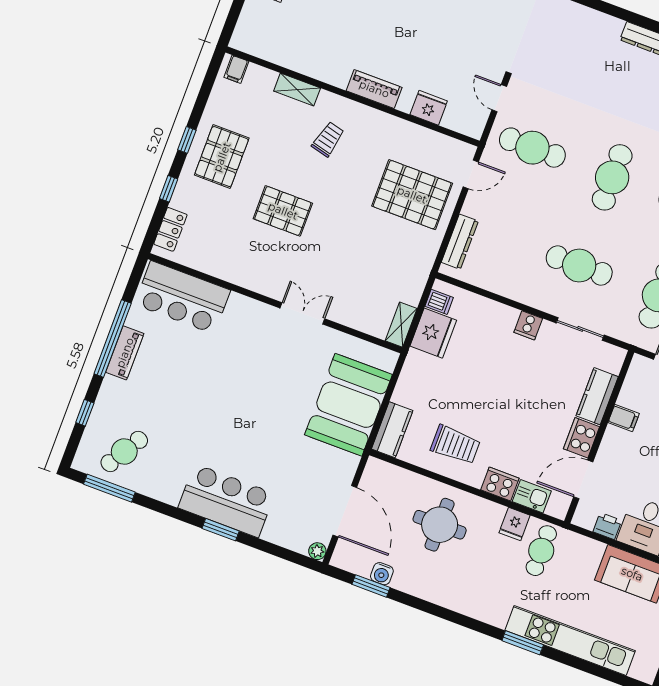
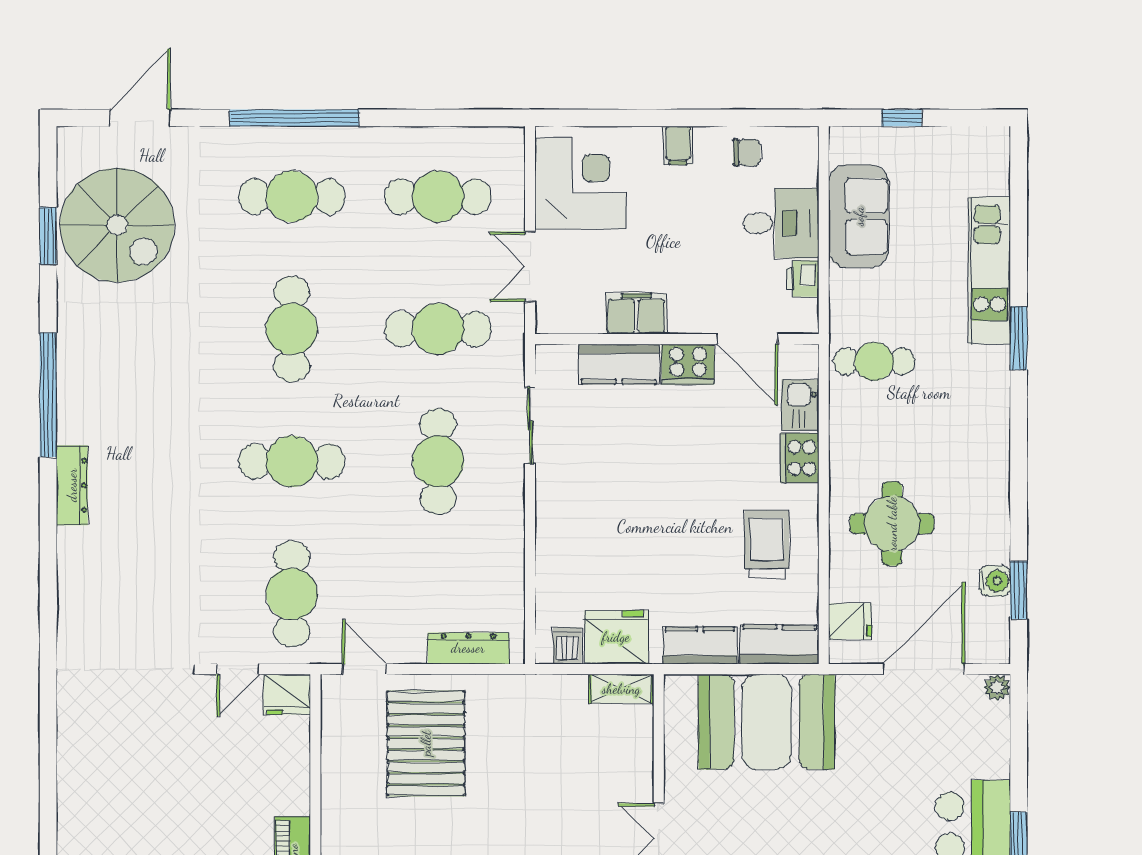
fridge: (429, 108) -> (287, 694), moved, turned -90
cooker: (528, 325) -> (553, 503), removed
kitchen counter: (409, 382) -> (700, 646), added
filing cabinet: (624, 418) -> (636, 314), width x2.00
fridge: (515, 524) -> (850, 621), moved
kitchen unit: (570, 640) -> (989, 270), width x0.73

